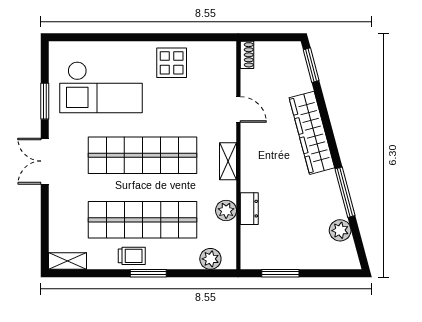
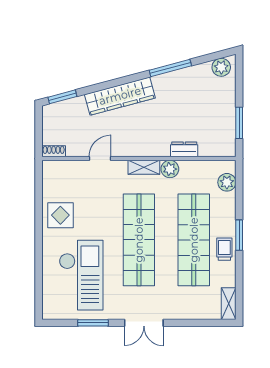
plant: (226, 211) -> (170, 169), moved
plant: (340, 230) -> (221, 67), moved

